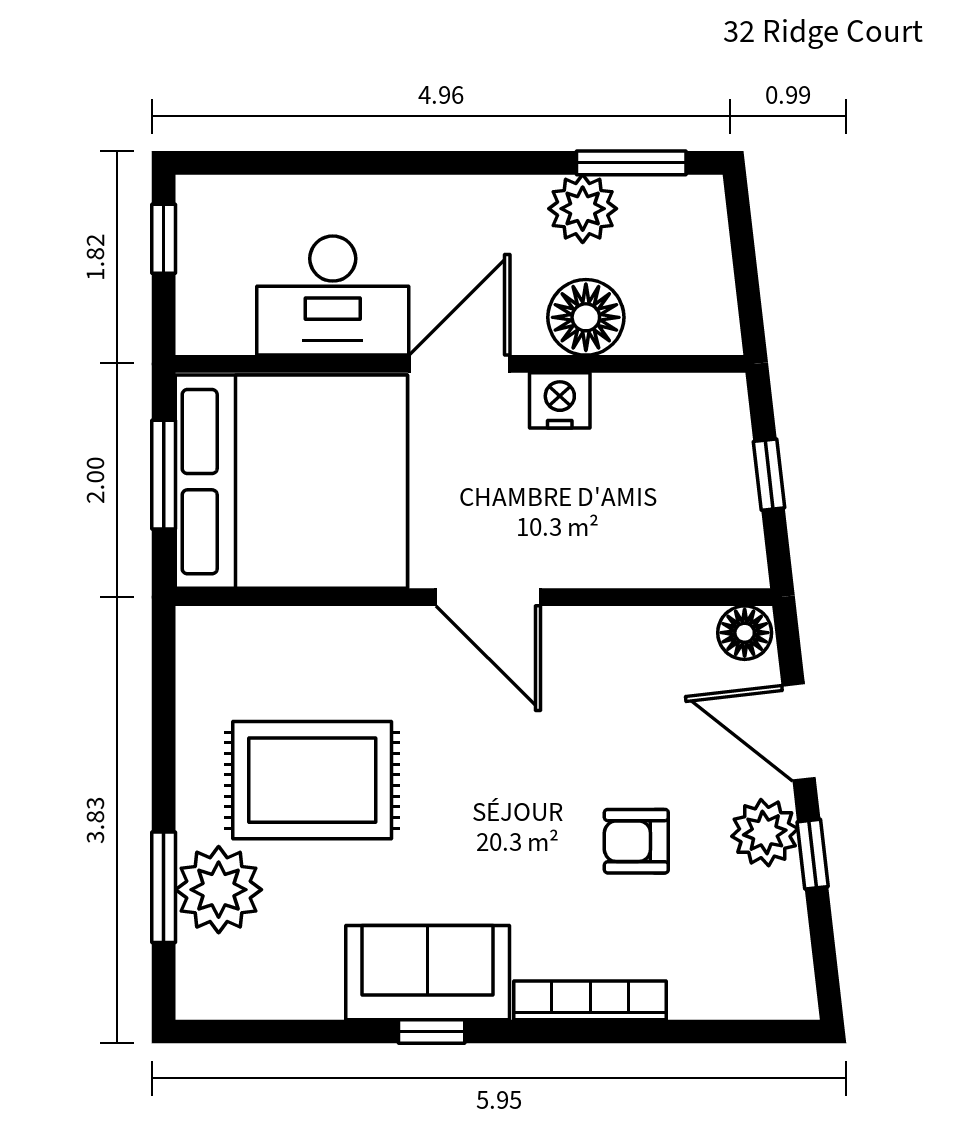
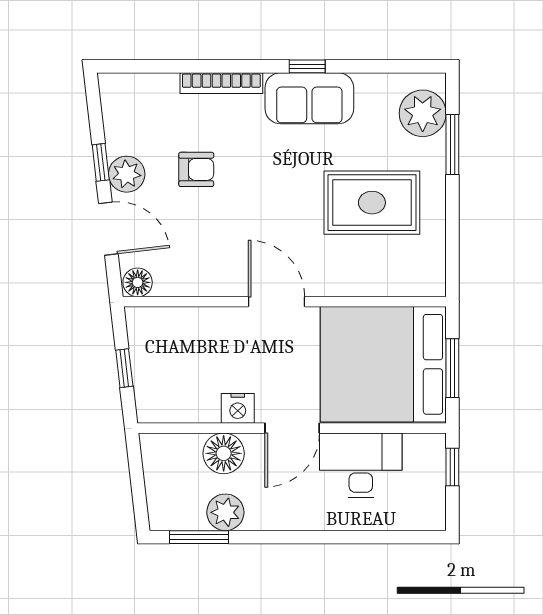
window: (164, 239) -> (452, 467), moved
plant: (219, 890) -> (423, 113), moved

